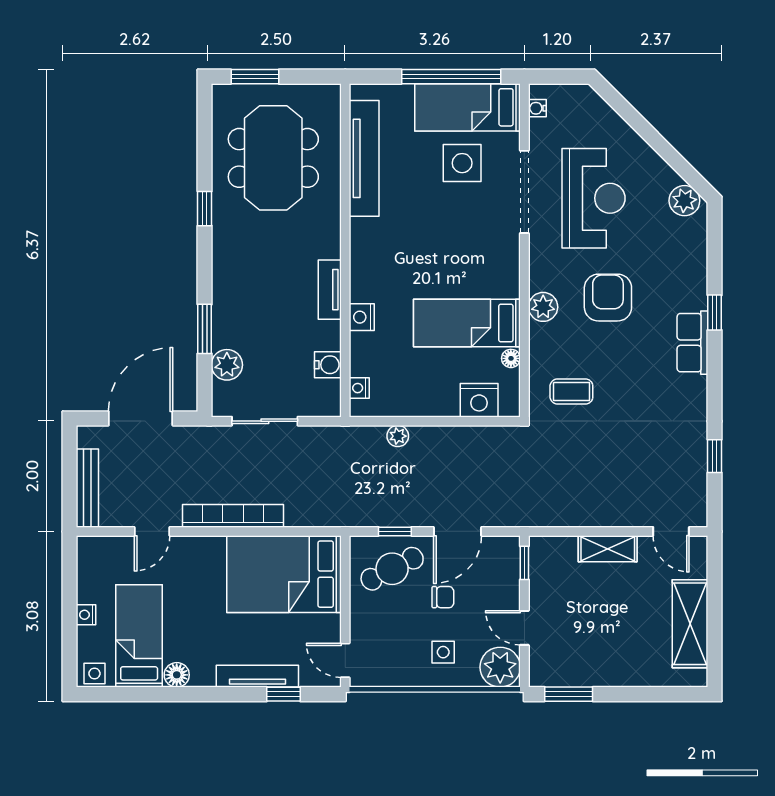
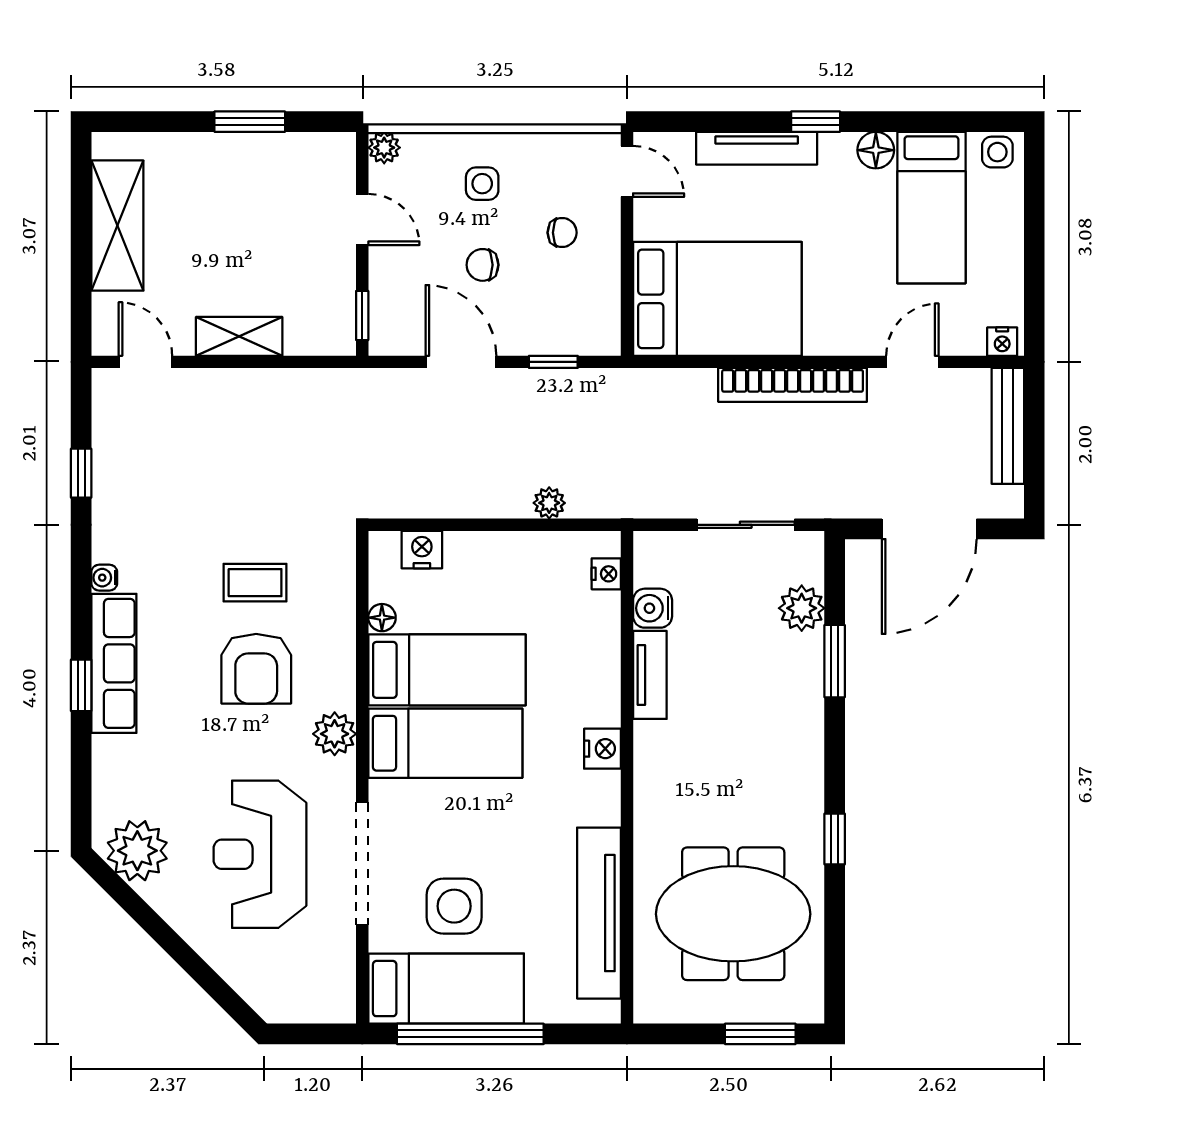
water cooler: (537, 108) -> (104, 578), moved, turned 180
meeting table: (273, 158) -> (733, 914), turned 90
plant: (684, 201) -> (137, 851), width x1.36, depth x1.36
bed: (468, 273) -> (445, 743), added
tv unit: (330, 290) -> (650, 675), moved
armchair: (608, 298) -> (256, 669), moved
plant: (543, 307) -> (335, 734), moved
nightstand: (362, 317) -> (602, 749), moved
row of seats: (692, 343) -> (114, 663), width x1.48
coffee table: (571, 392) -> (255, 583), moved
nightstand: (479, 400) -> (422, 550), width x0.74, depth x0.75
door: (458, 531) -> (461, 362), hinge flipped
cafe table: (392, 569) -> (558, 307), removed
nightstand: (86, 615) -> (1002, 342), moved, turned 90
chair: (389, 619) -> (562, 233), added
plant: (500, 667) -> (384, 148), width x0.53, depth x0.53
window: (283, 694) -> (816, 122), moved
window: (569, 694) -> (250, 122), moved

